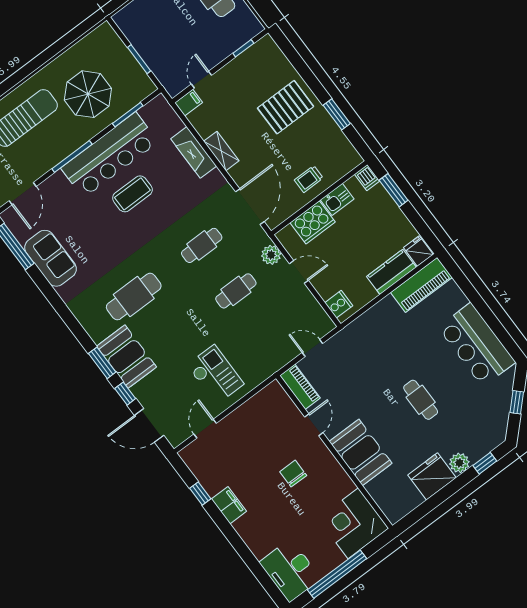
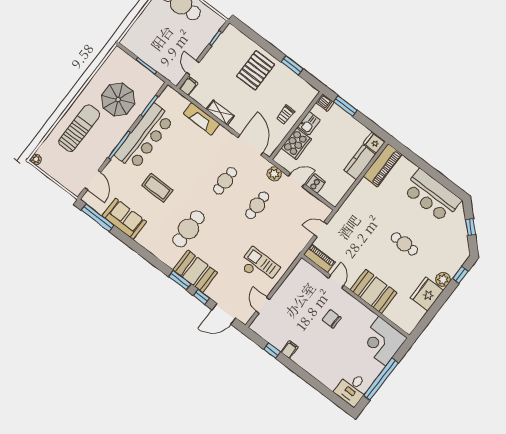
coffee table: (132, 194) -> (157, 188), moved, turned 90
cooker: (339, 304) -> (316, 184), moved
filing cabinet: (229, 505) -> (289, 350), width x0.50
desk: (290, 570) -> (352, 389), width x0.73

